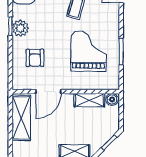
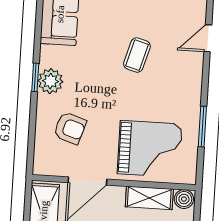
grand piano: (89, 51) -> (150, 149), moved, turned 89
armchair: (35, 58) -> (70, 128), turned -72

